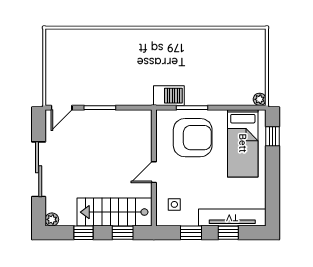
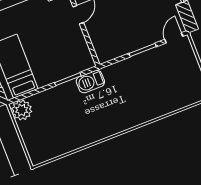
plant: (260, 99) -> (22, 110), width x1.88, depth x1.88
armchair: (193, 138) -> (58, 55), removed

